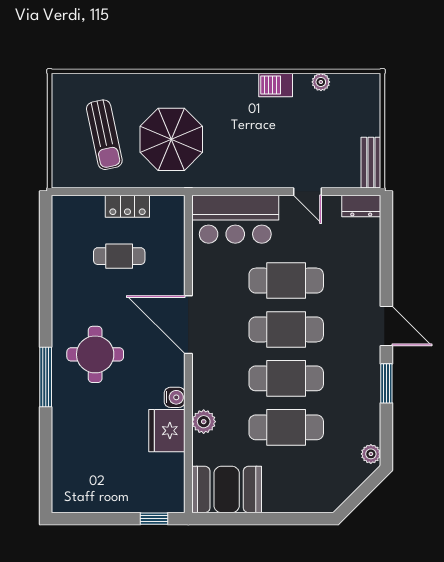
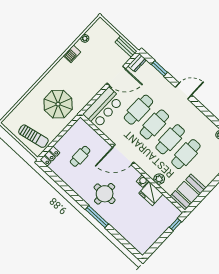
sun lounger: (104, 135) -> (33, 136), moved
door: (307, 192) -> (116, 76), width x1.88
locker: (127, 206) -> (50, 156), moved
window: (386, 383) -> (159, 68), moved

